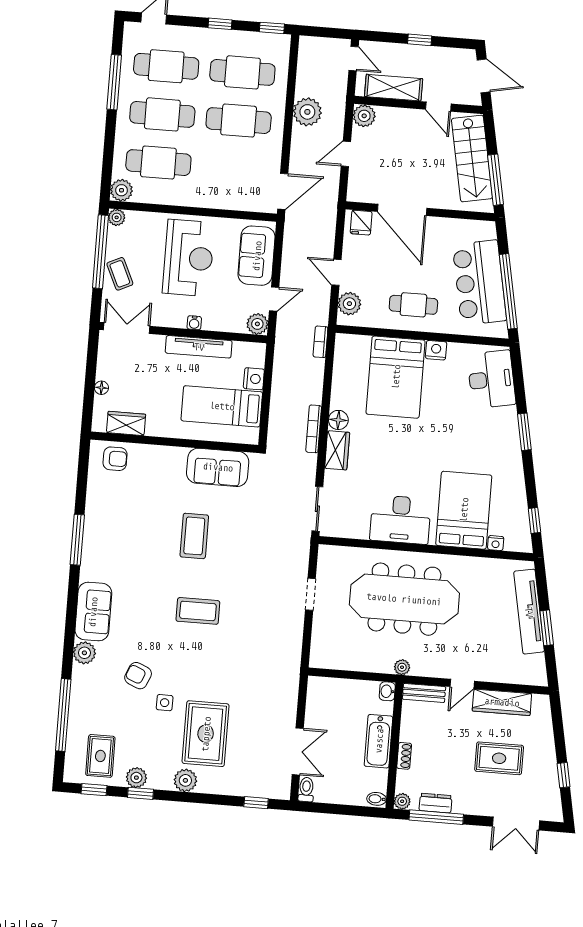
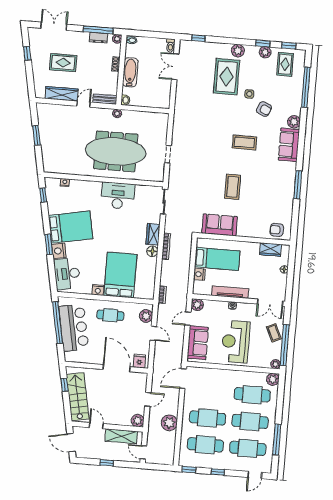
window: (495, 180) -> (65, 385), width x0.46
nightstand: (506, 420) -> (59, 251), added
bed: (464, 510) -> (71, 227), moved, turned -101
coffee table: (198, 611) -> (244, 142), moved
tv unit: (529, 612) -> (46, 144), removed

